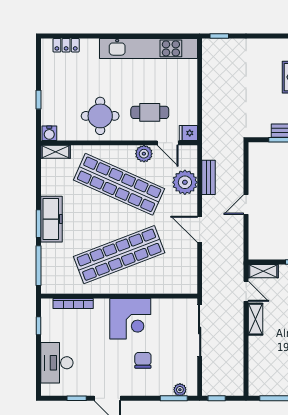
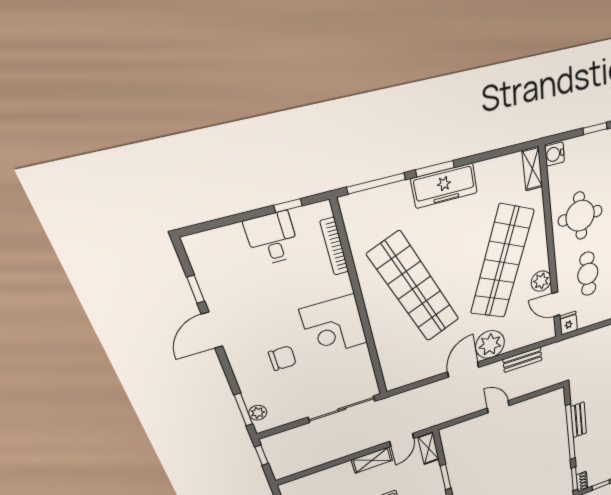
door: (168, 143) -> (556, 304), hinge flipped
plant: (185, 182) -> (490, 344), moved
desk: (57, 363) -> (272, 239), moved, width x0.73

